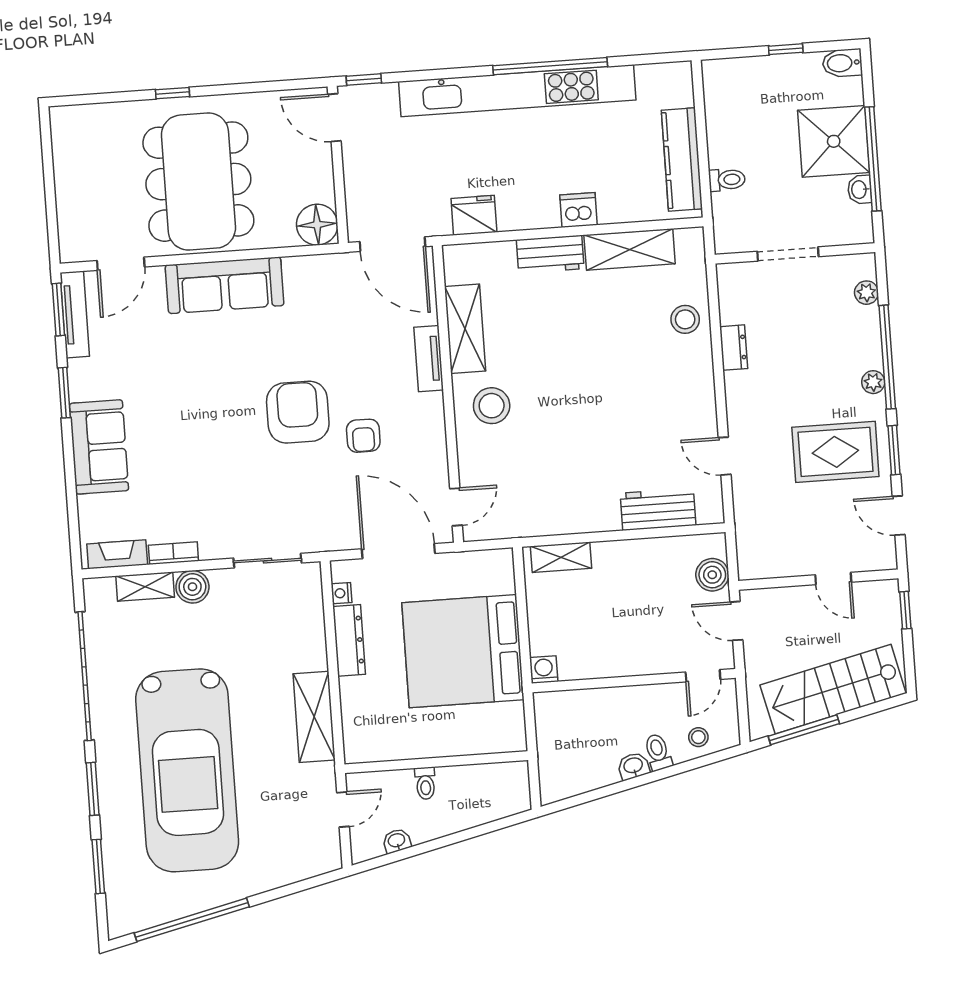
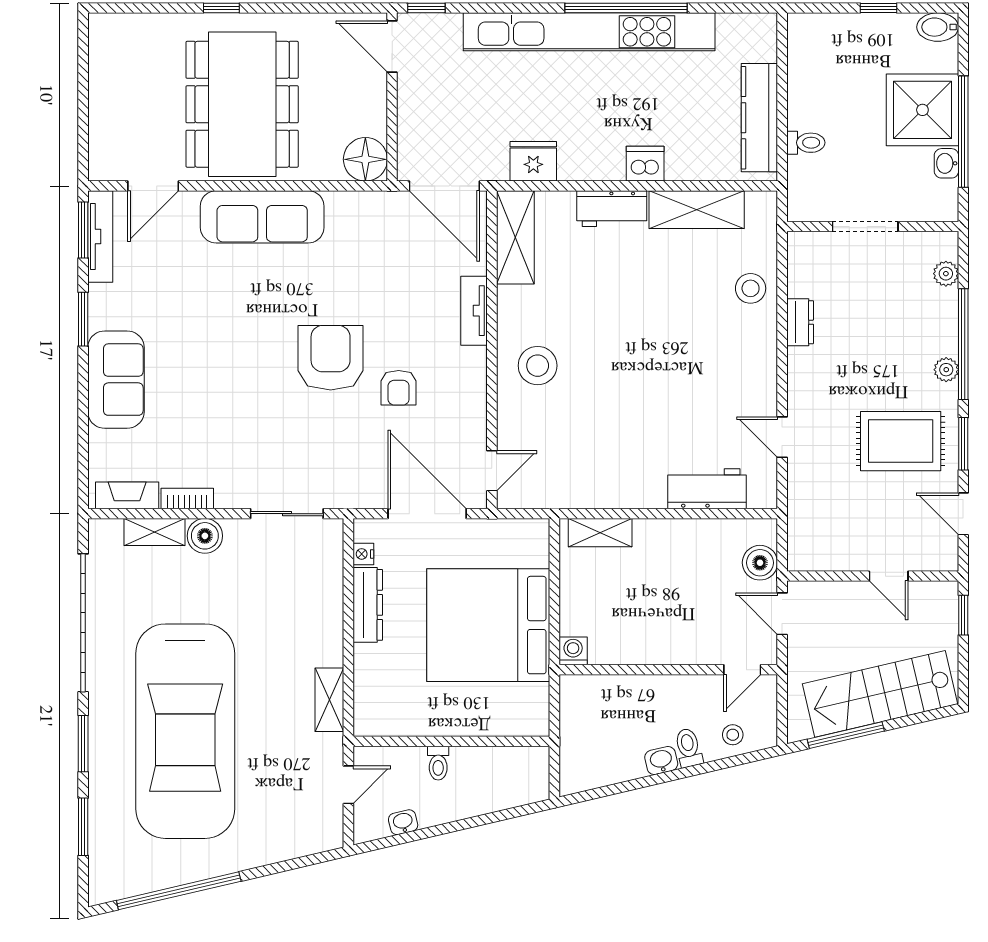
shelving: (465, 329) -> (515, 237), moved
shelving: (314, 717) -> (329, 700), width x0.67, depth x0.75

